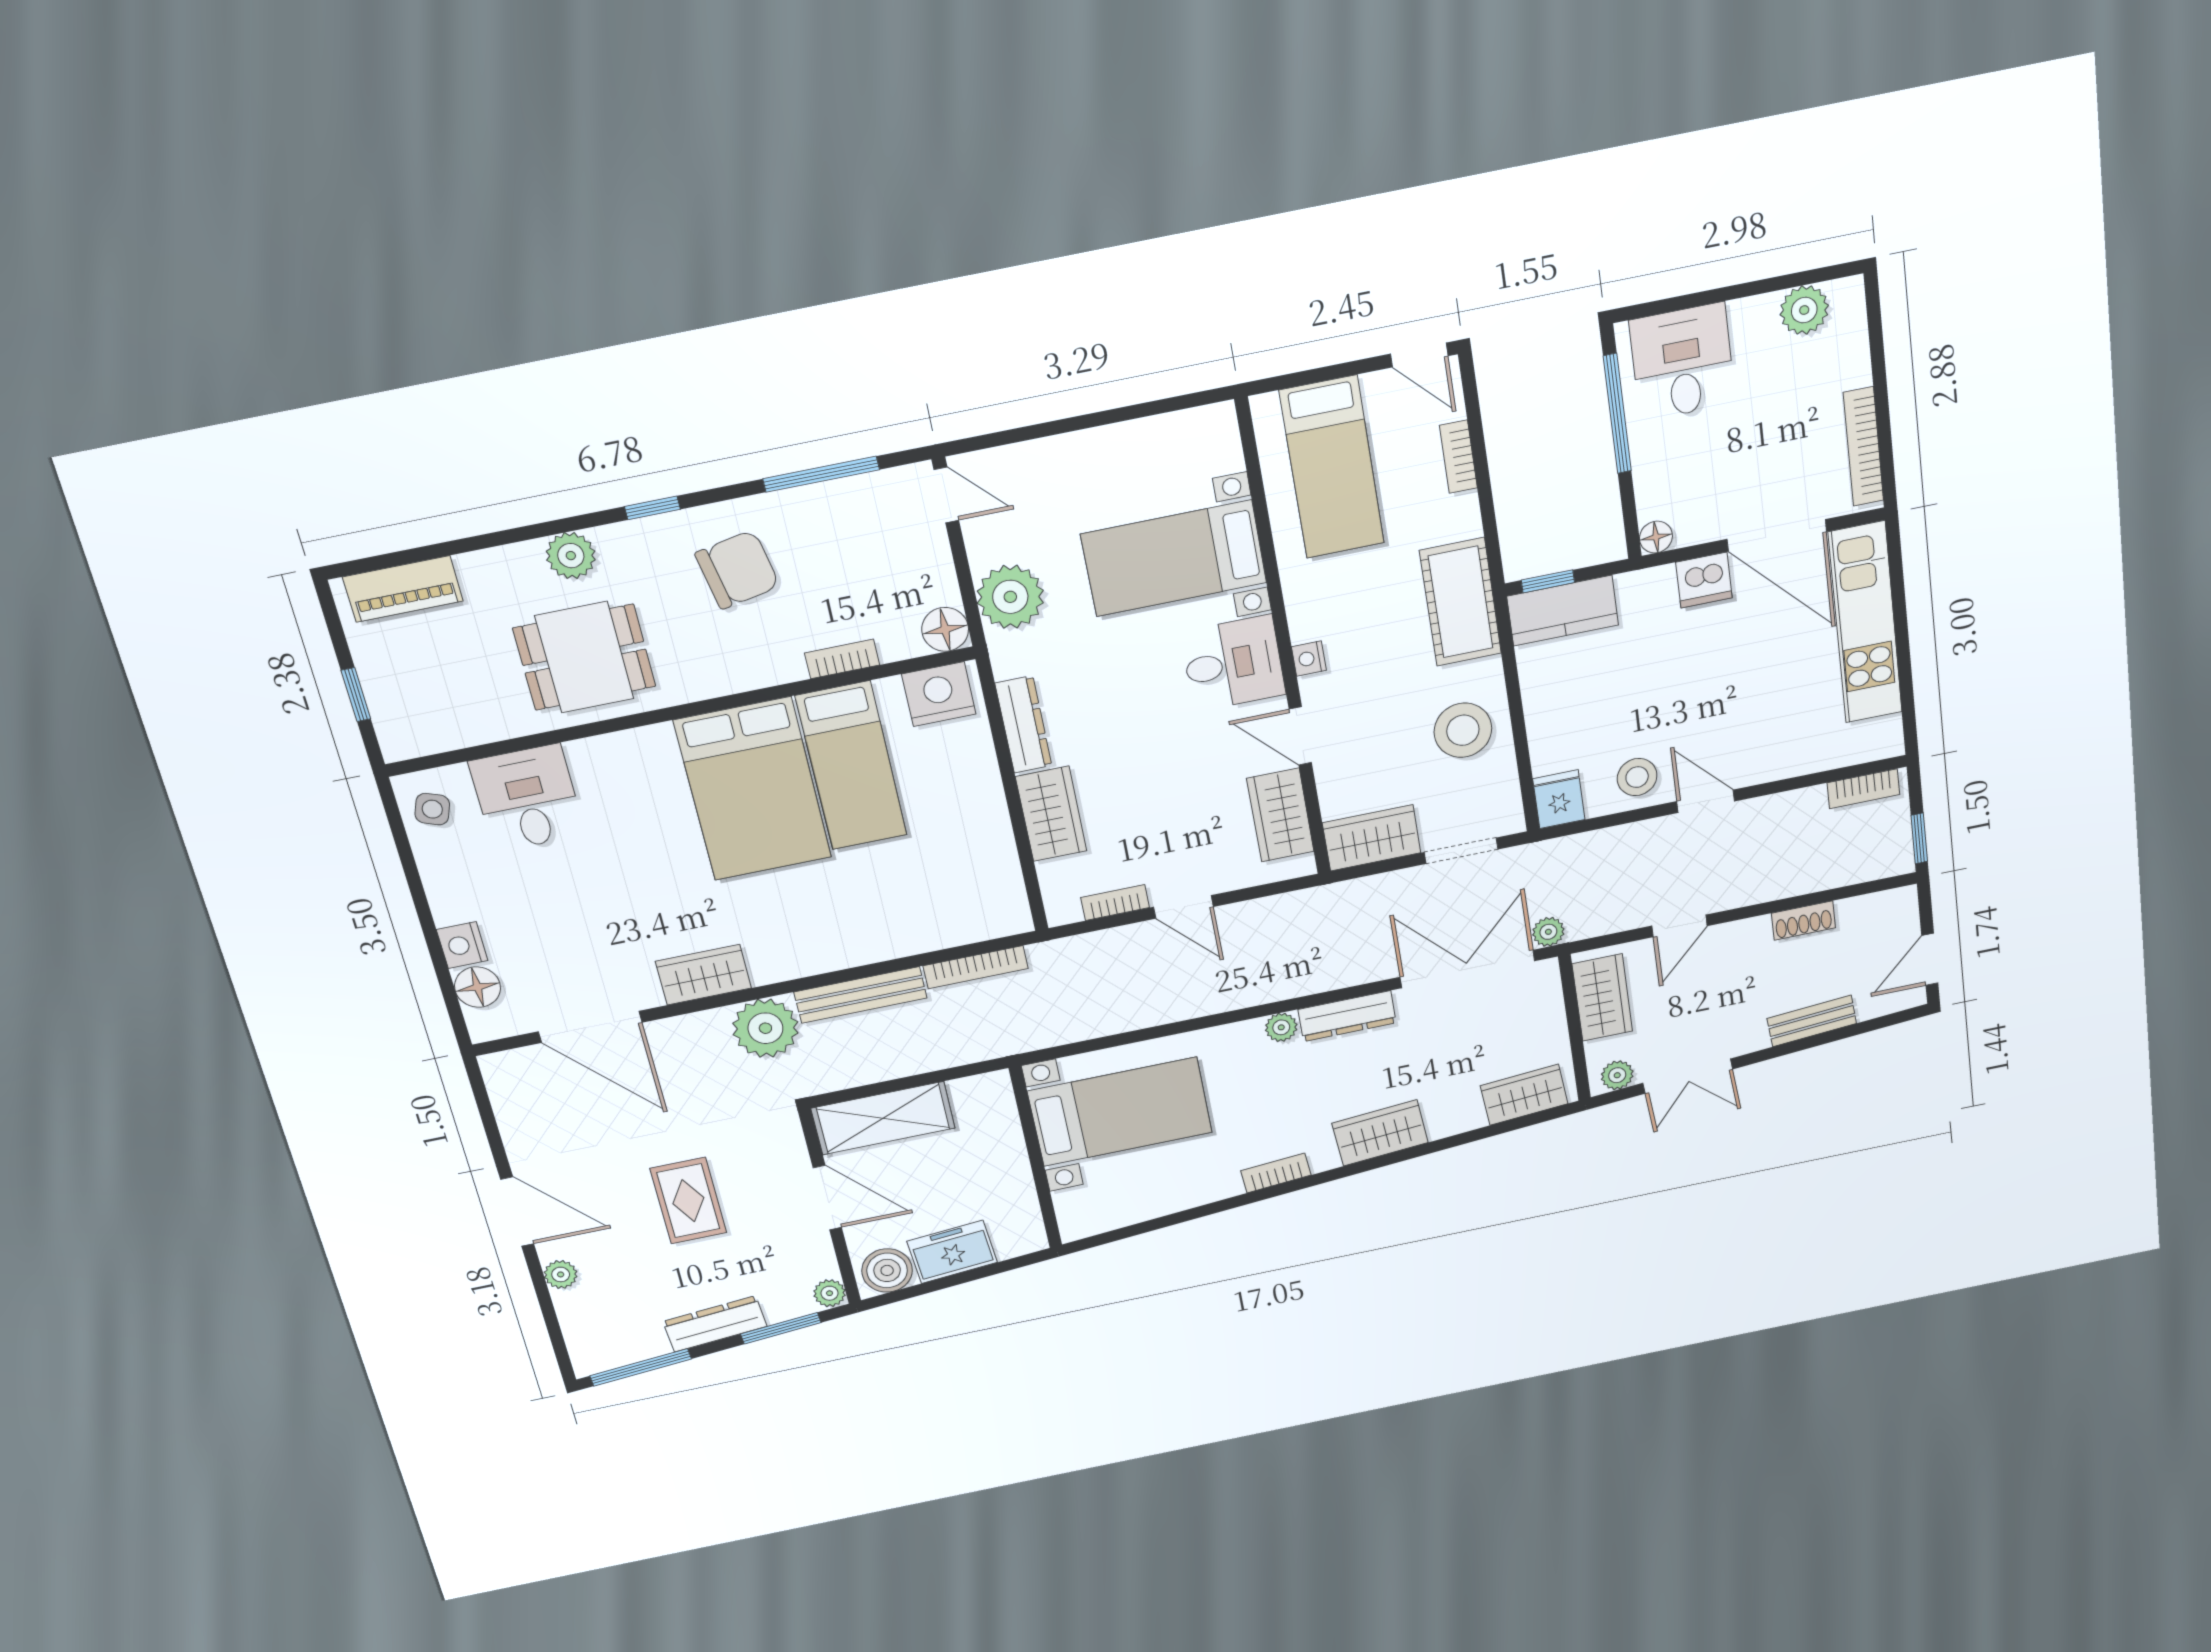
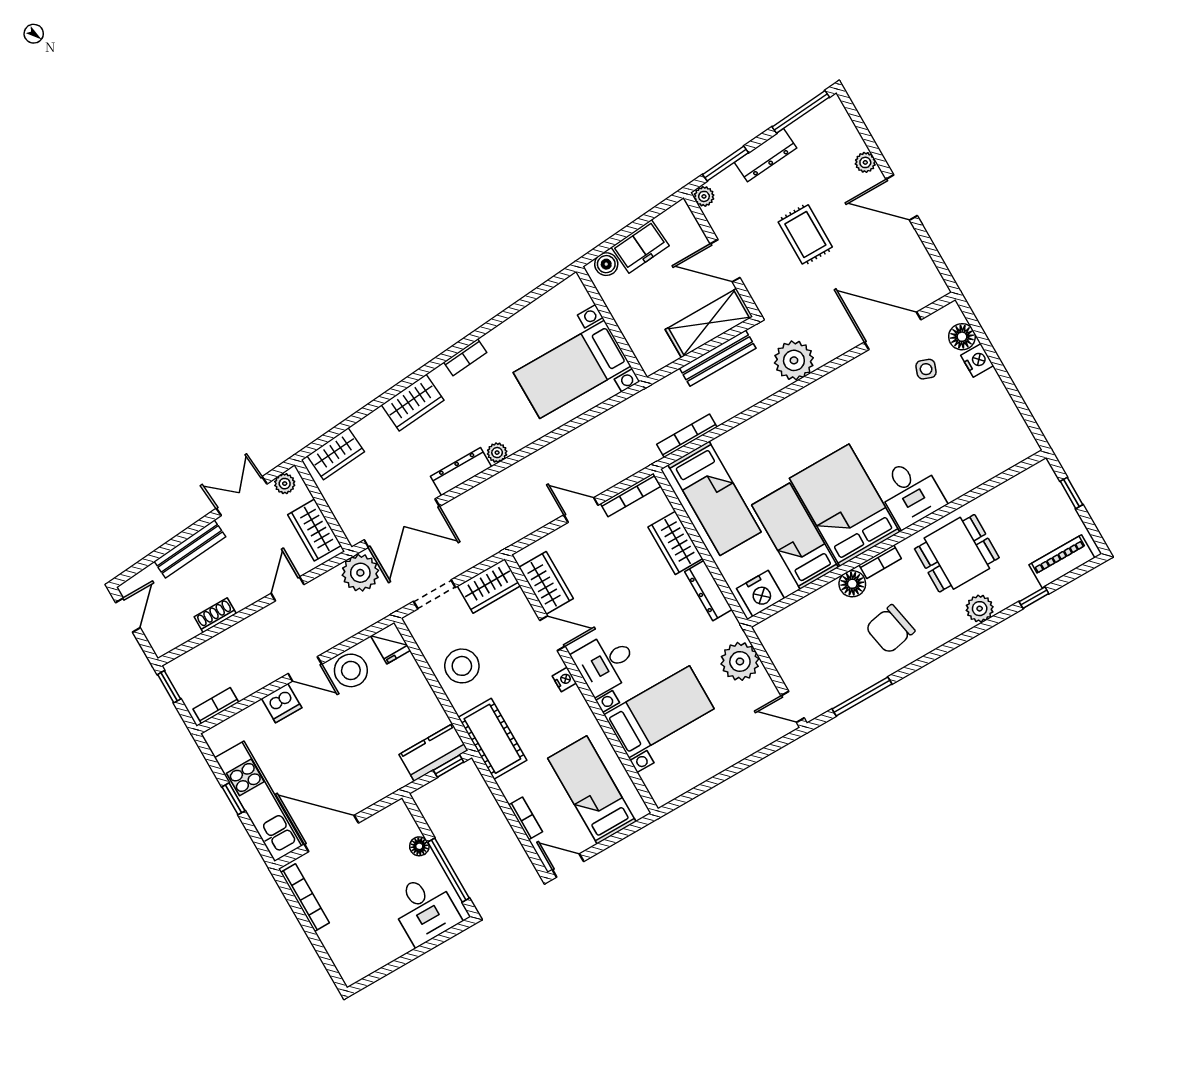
plant: (1804, 310) -> (370, 958), removed
window: (652, 508) -> (1034, 598), moved
floor lamp: (1656, 537) -> (419, 846), moved
dishwasher: (1704, 580) -> (282, 703), moved, turned 180
floor lamp: (945, 629) -> (852, 584), moved
window: (1902, 640) -> (234, 799), added
bookcase: (842, 659) -> (880, 562), moved
stool: (1637, 777) -> (351, 670), width x1.38, depth x1.38
desk: (527, 798) -> (910, 493), moved
side table: (432, 809) -> (926, 369), moved
bed: (964, 862) -> (715, 498), added
bookcase: (1115, 902) -> (630, 495), width x1.56
plant: (1548, 932) -> (360, 573), width x1.88, depth x1.88
wardrobe: (703, 975) -> (839, 383), removed
bench: (861, 995) -> (718, 358), moved
bench: (1812, 1021) -> (190, 549), width x1.36
boiler: (887, 1270) -> (606, 264), moved, width x0.73, depth x0.73

